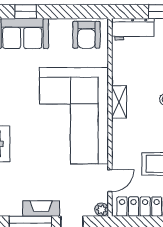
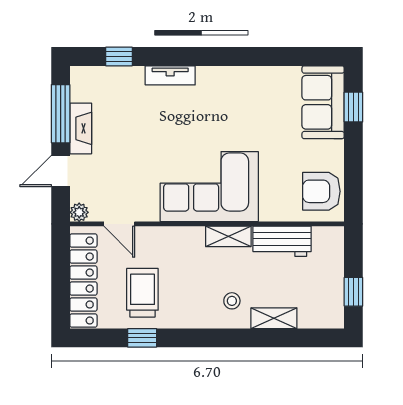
workbench: (133, 29) -> (282, 241), moved, turned -90
corner sofa: (74, 116) -> (209, 187), width x0.73, depth x0.74

